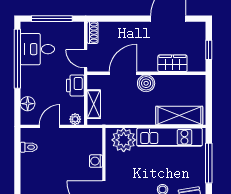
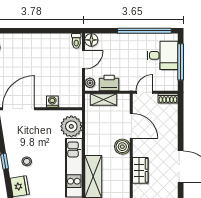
desk: (37, 49) -> (163, 55), moved, turned 90
printer: (75, 85) -> (109, 83), moved
floor lamp: (28, 104) -> (91, 40), moved
door: (50, 126) -> (83, 60), hinge flipped
toilet: (29, 147) -> (76, 41), moved

